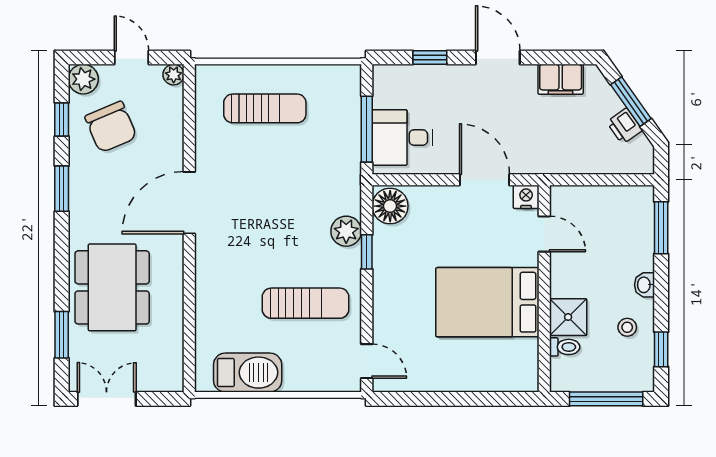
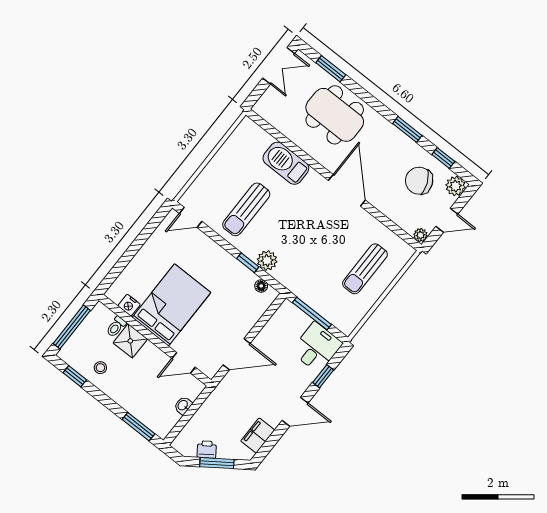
desk: (402, 138) -> (317, 347), moved
nightstand: (526, 197) -> (129, 305), moved, turned 90
floor lamp: (390, 206) -> (261, 286), width x0.53, depth x0.53
washbasin: (644, 285) -> (183, 405), moved, turned -90
barbecue: (248, 373) -> (286, 163), moved, turned 90

